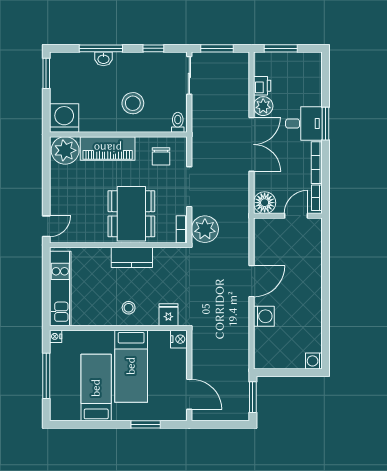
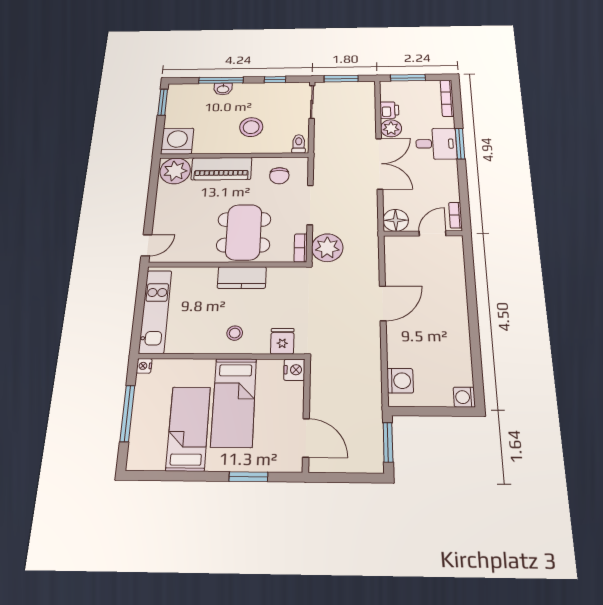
bookcase: (317, 163) -> (447, 98), moved
washing machine: (264, 316) -> (400, 381), moved

